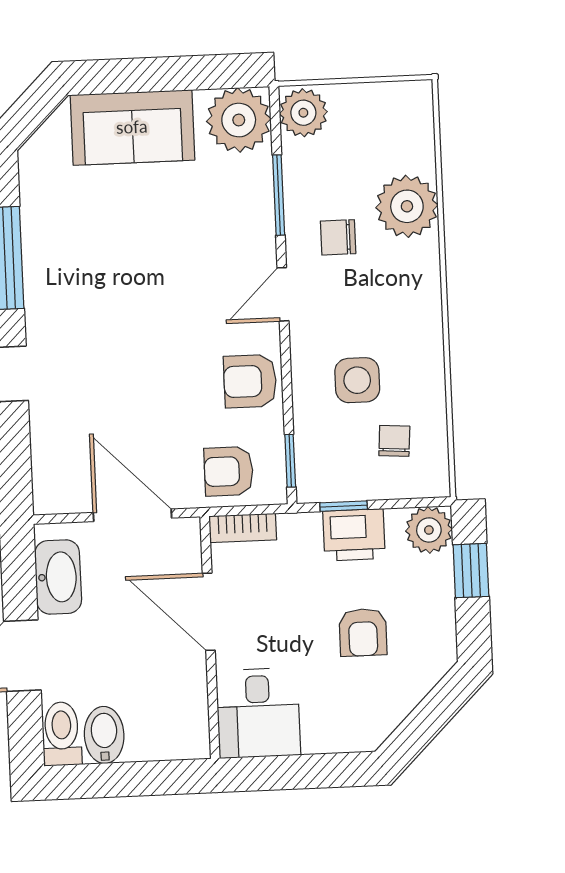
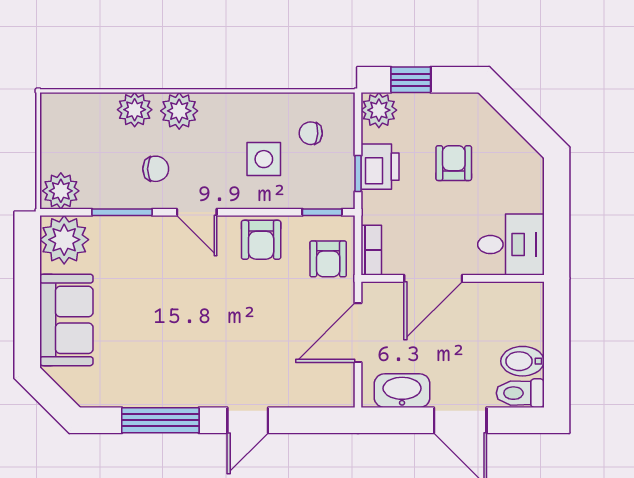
plant: (407, 206) -> (135, 110), width x0.73, depth x0.73
chair: (338, 237) -> (156, 169), turned -90
plant: (416, 265) -> (179, 111), added
armchair: (363, 632) -> (454, 163), turned -90

